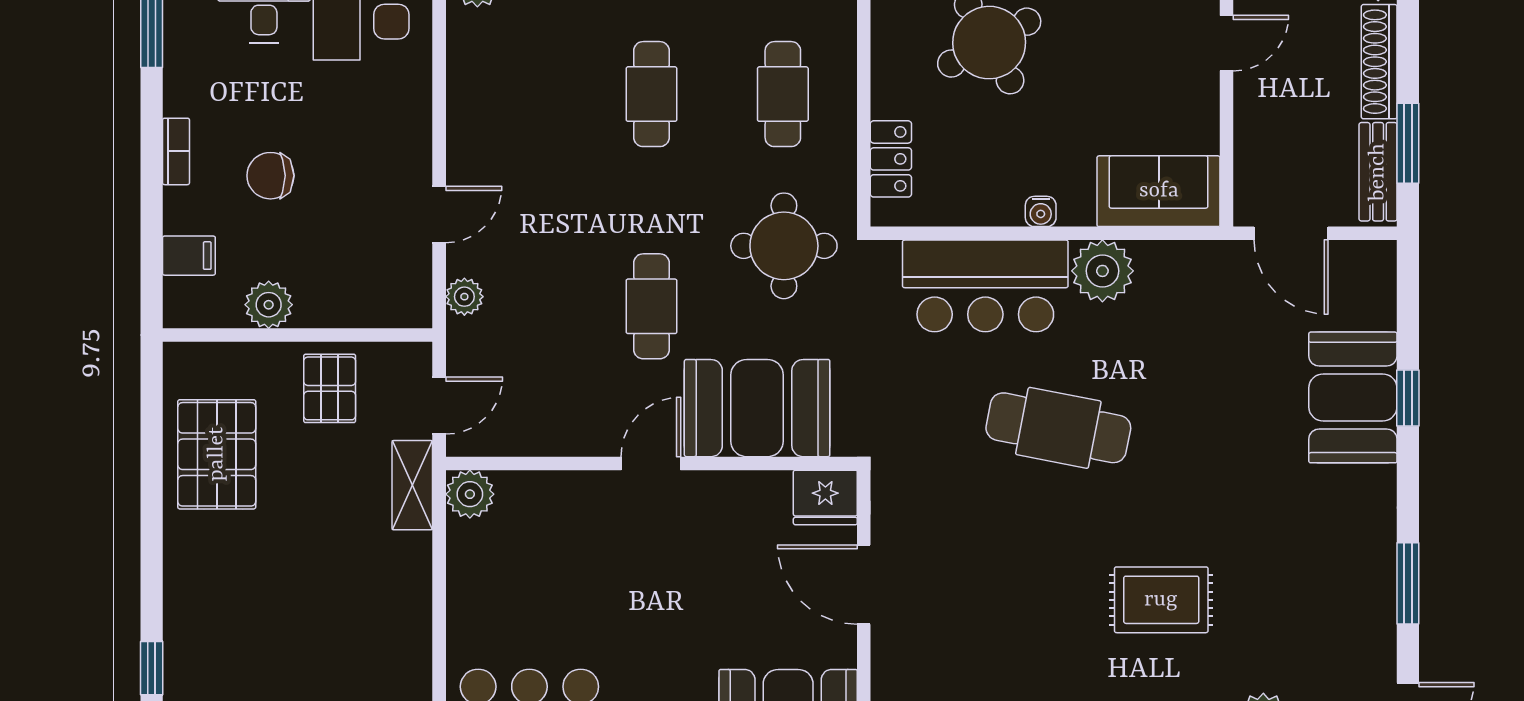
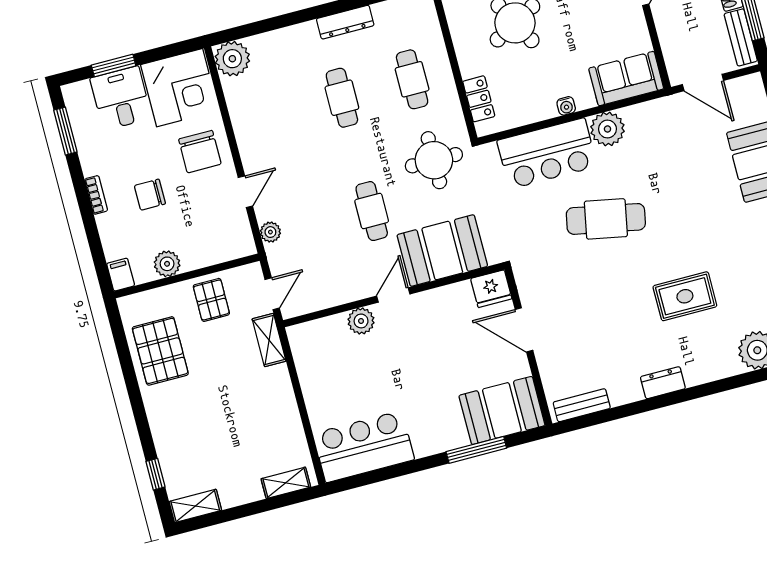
chair: (378, 123) -> (200, 152), added
filing cabinet: (189, 256) -> (121, 275), moved, turned -90
plant: (470, 494) -> (361, 321), moved

